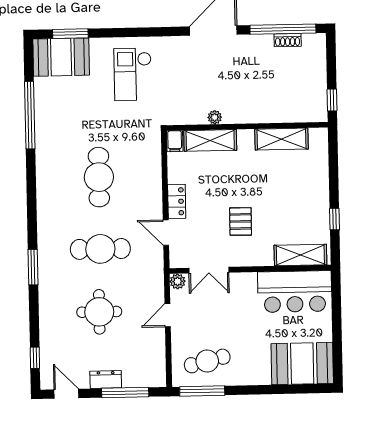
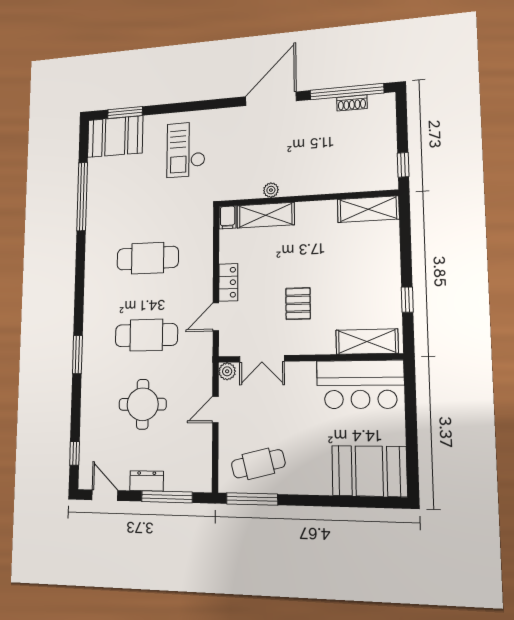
shelving: (281, 139) -> (368, 209), moved
cafe table: (99, 177) -> (148, 258), turned 90
door: (166, 233) -> (216, 317), hinge flipped

